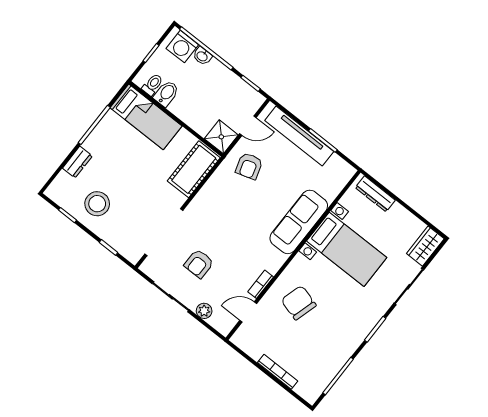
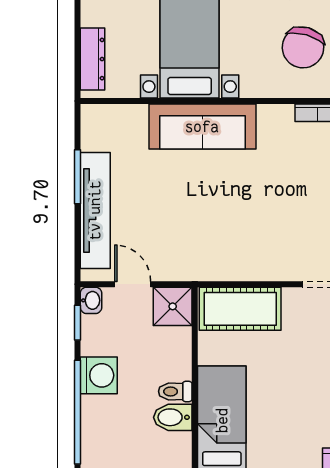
washing machine: (182, 47) -> (99, 375), moved
washbasin: (202, 56) -> (91, 300), moved
toilet: (153, 85) -> (175, 391), moved
armchair: (249, 166) -> (182, 243), removed

